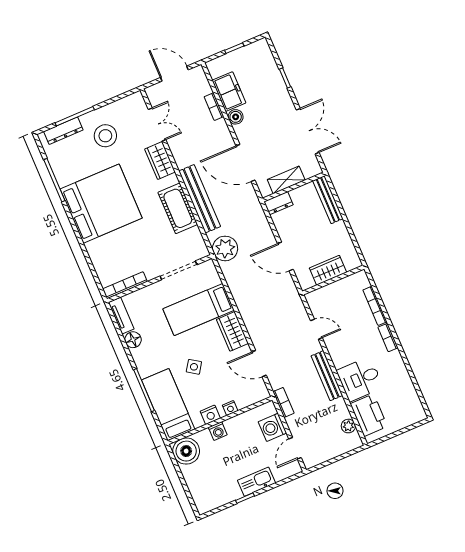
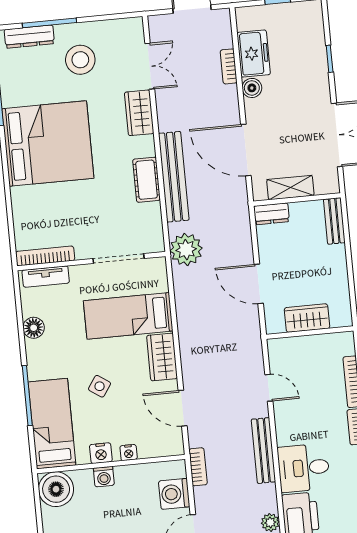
bench: (328, 200) -> (334, 221), width x0.73
cot: (178, 208) -> (147, 180), width x0.73, depth x0.75
tv unit: (121, 316) -> (46, 277), moved, turned 90

